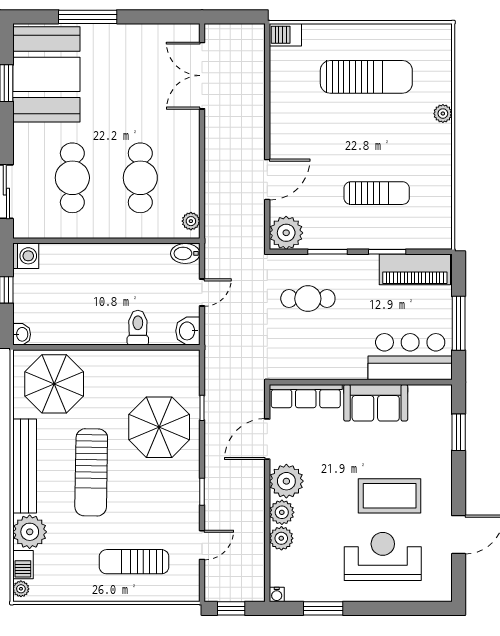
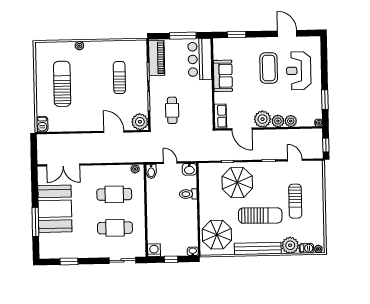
booth: (46, 74) -> (55, 209), moved, turned 90
row of seats: (306, 396) -> (220, 116), width x0.68
sun lounger: (134, 562) -> (295, 201), moved

